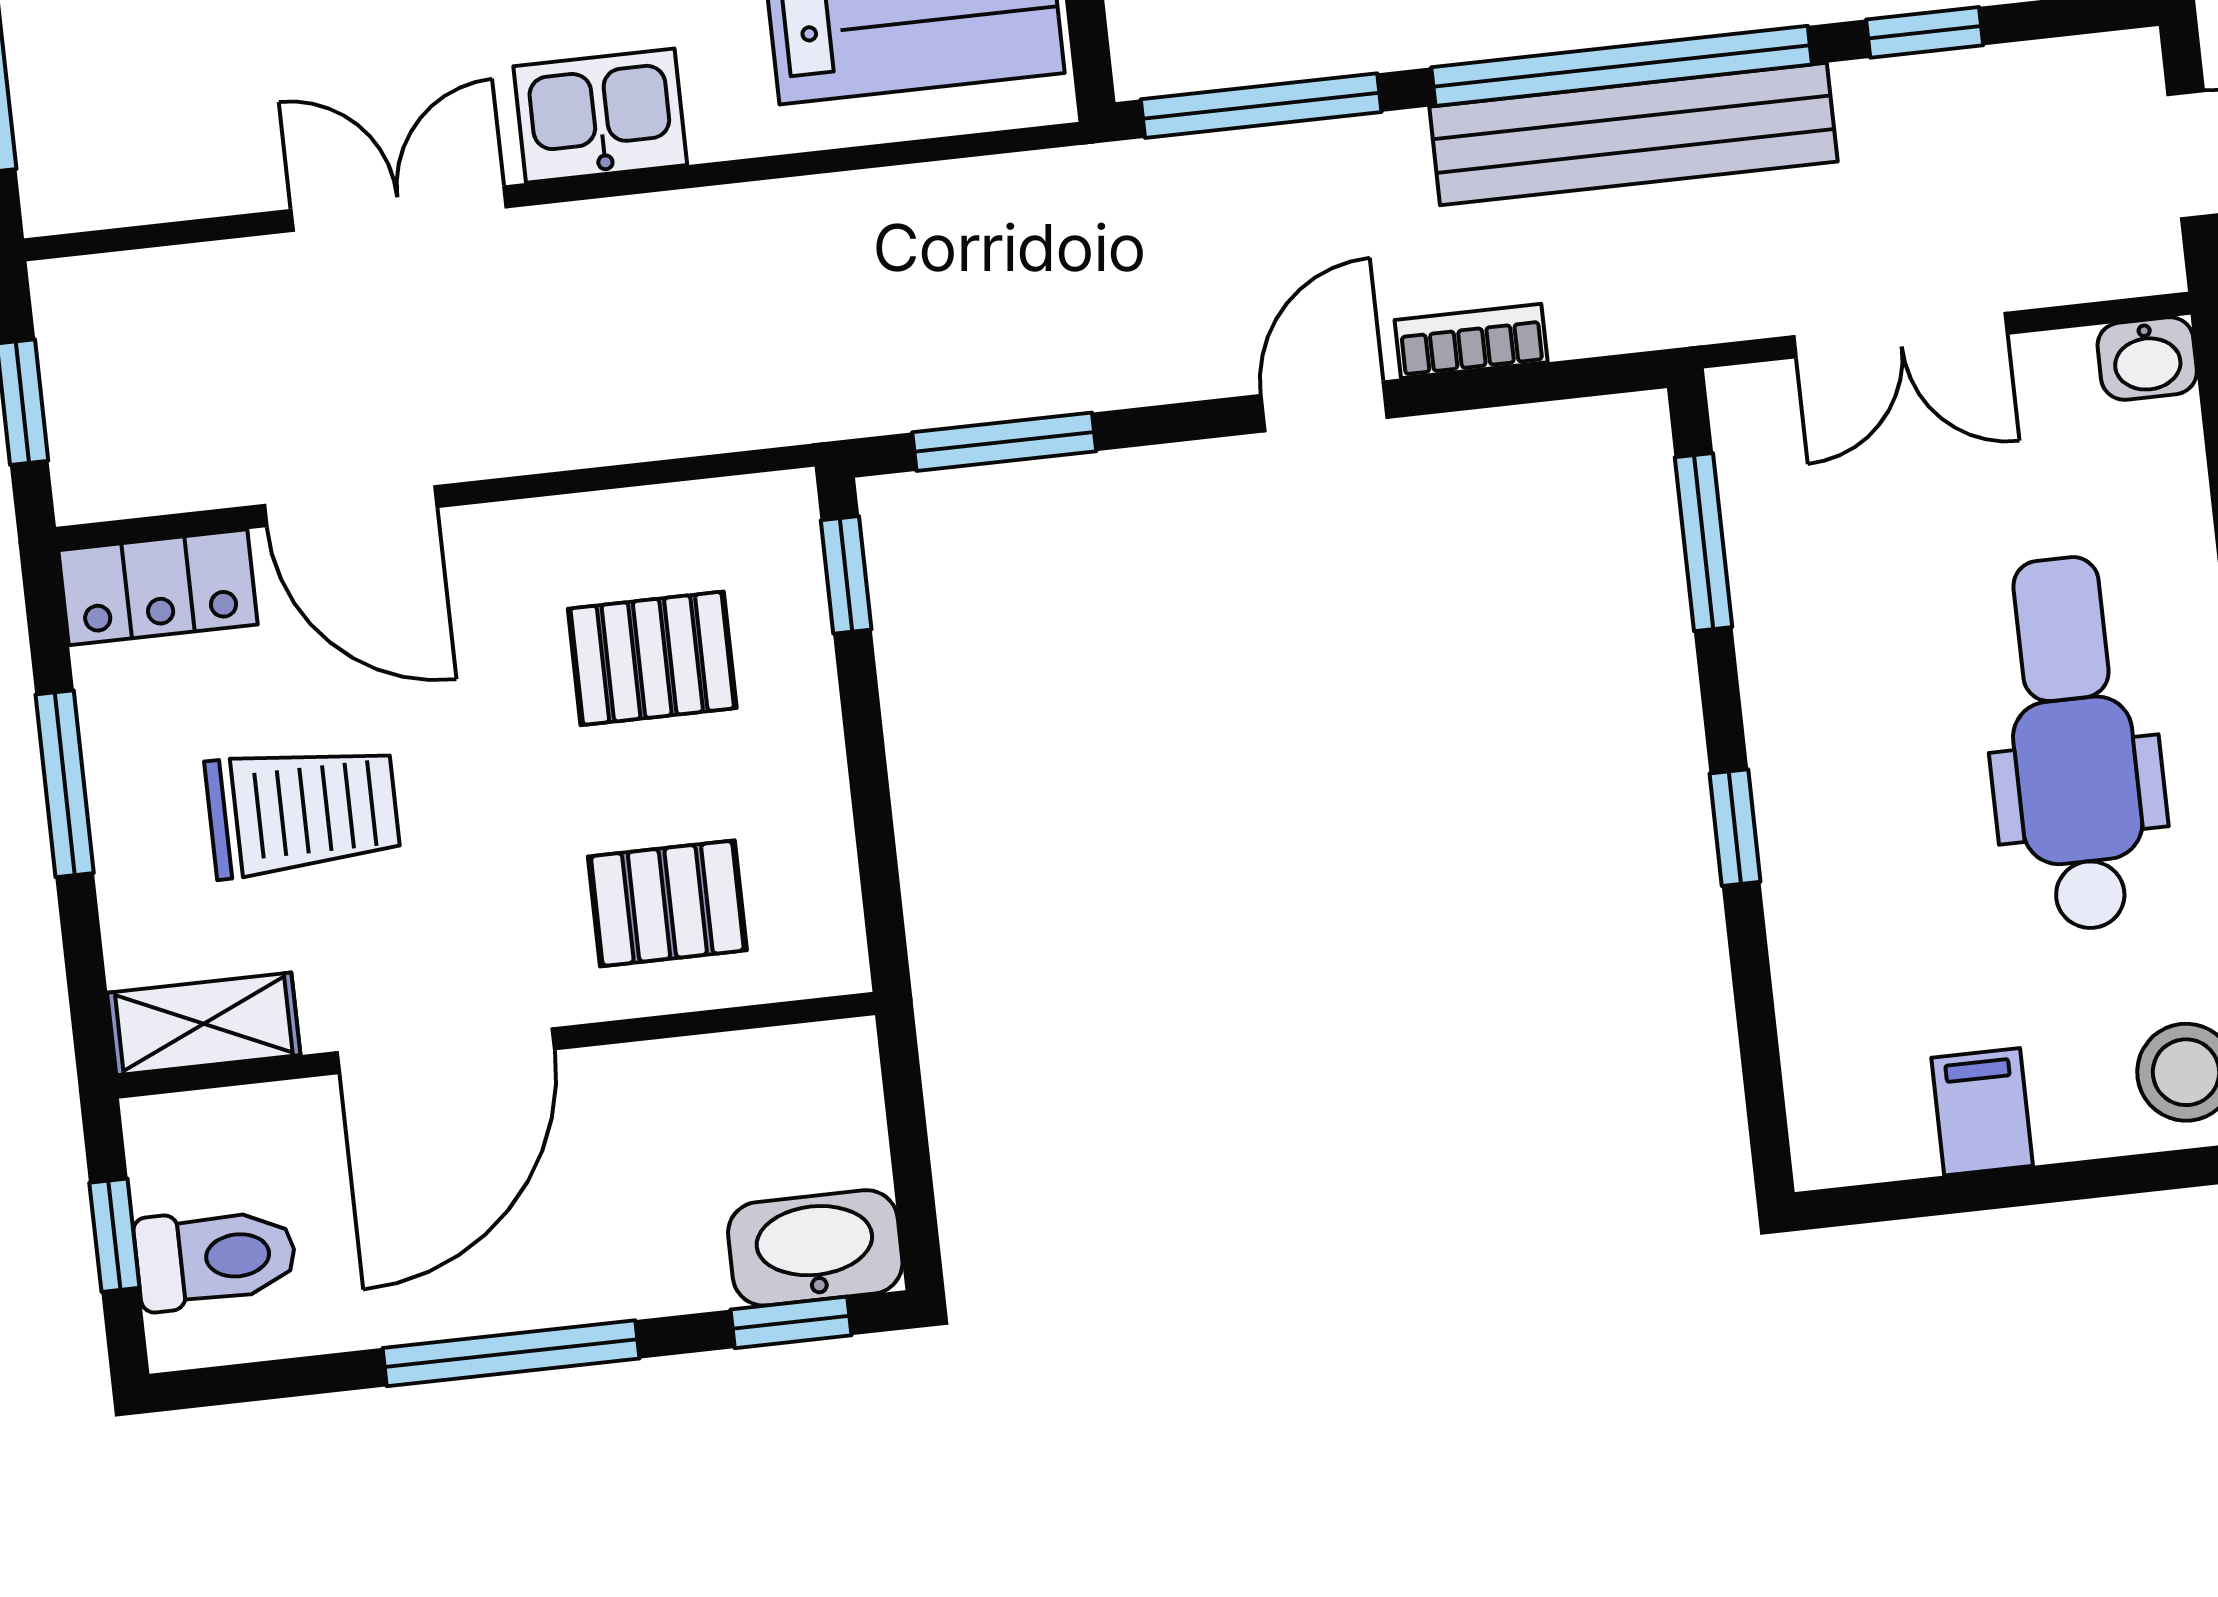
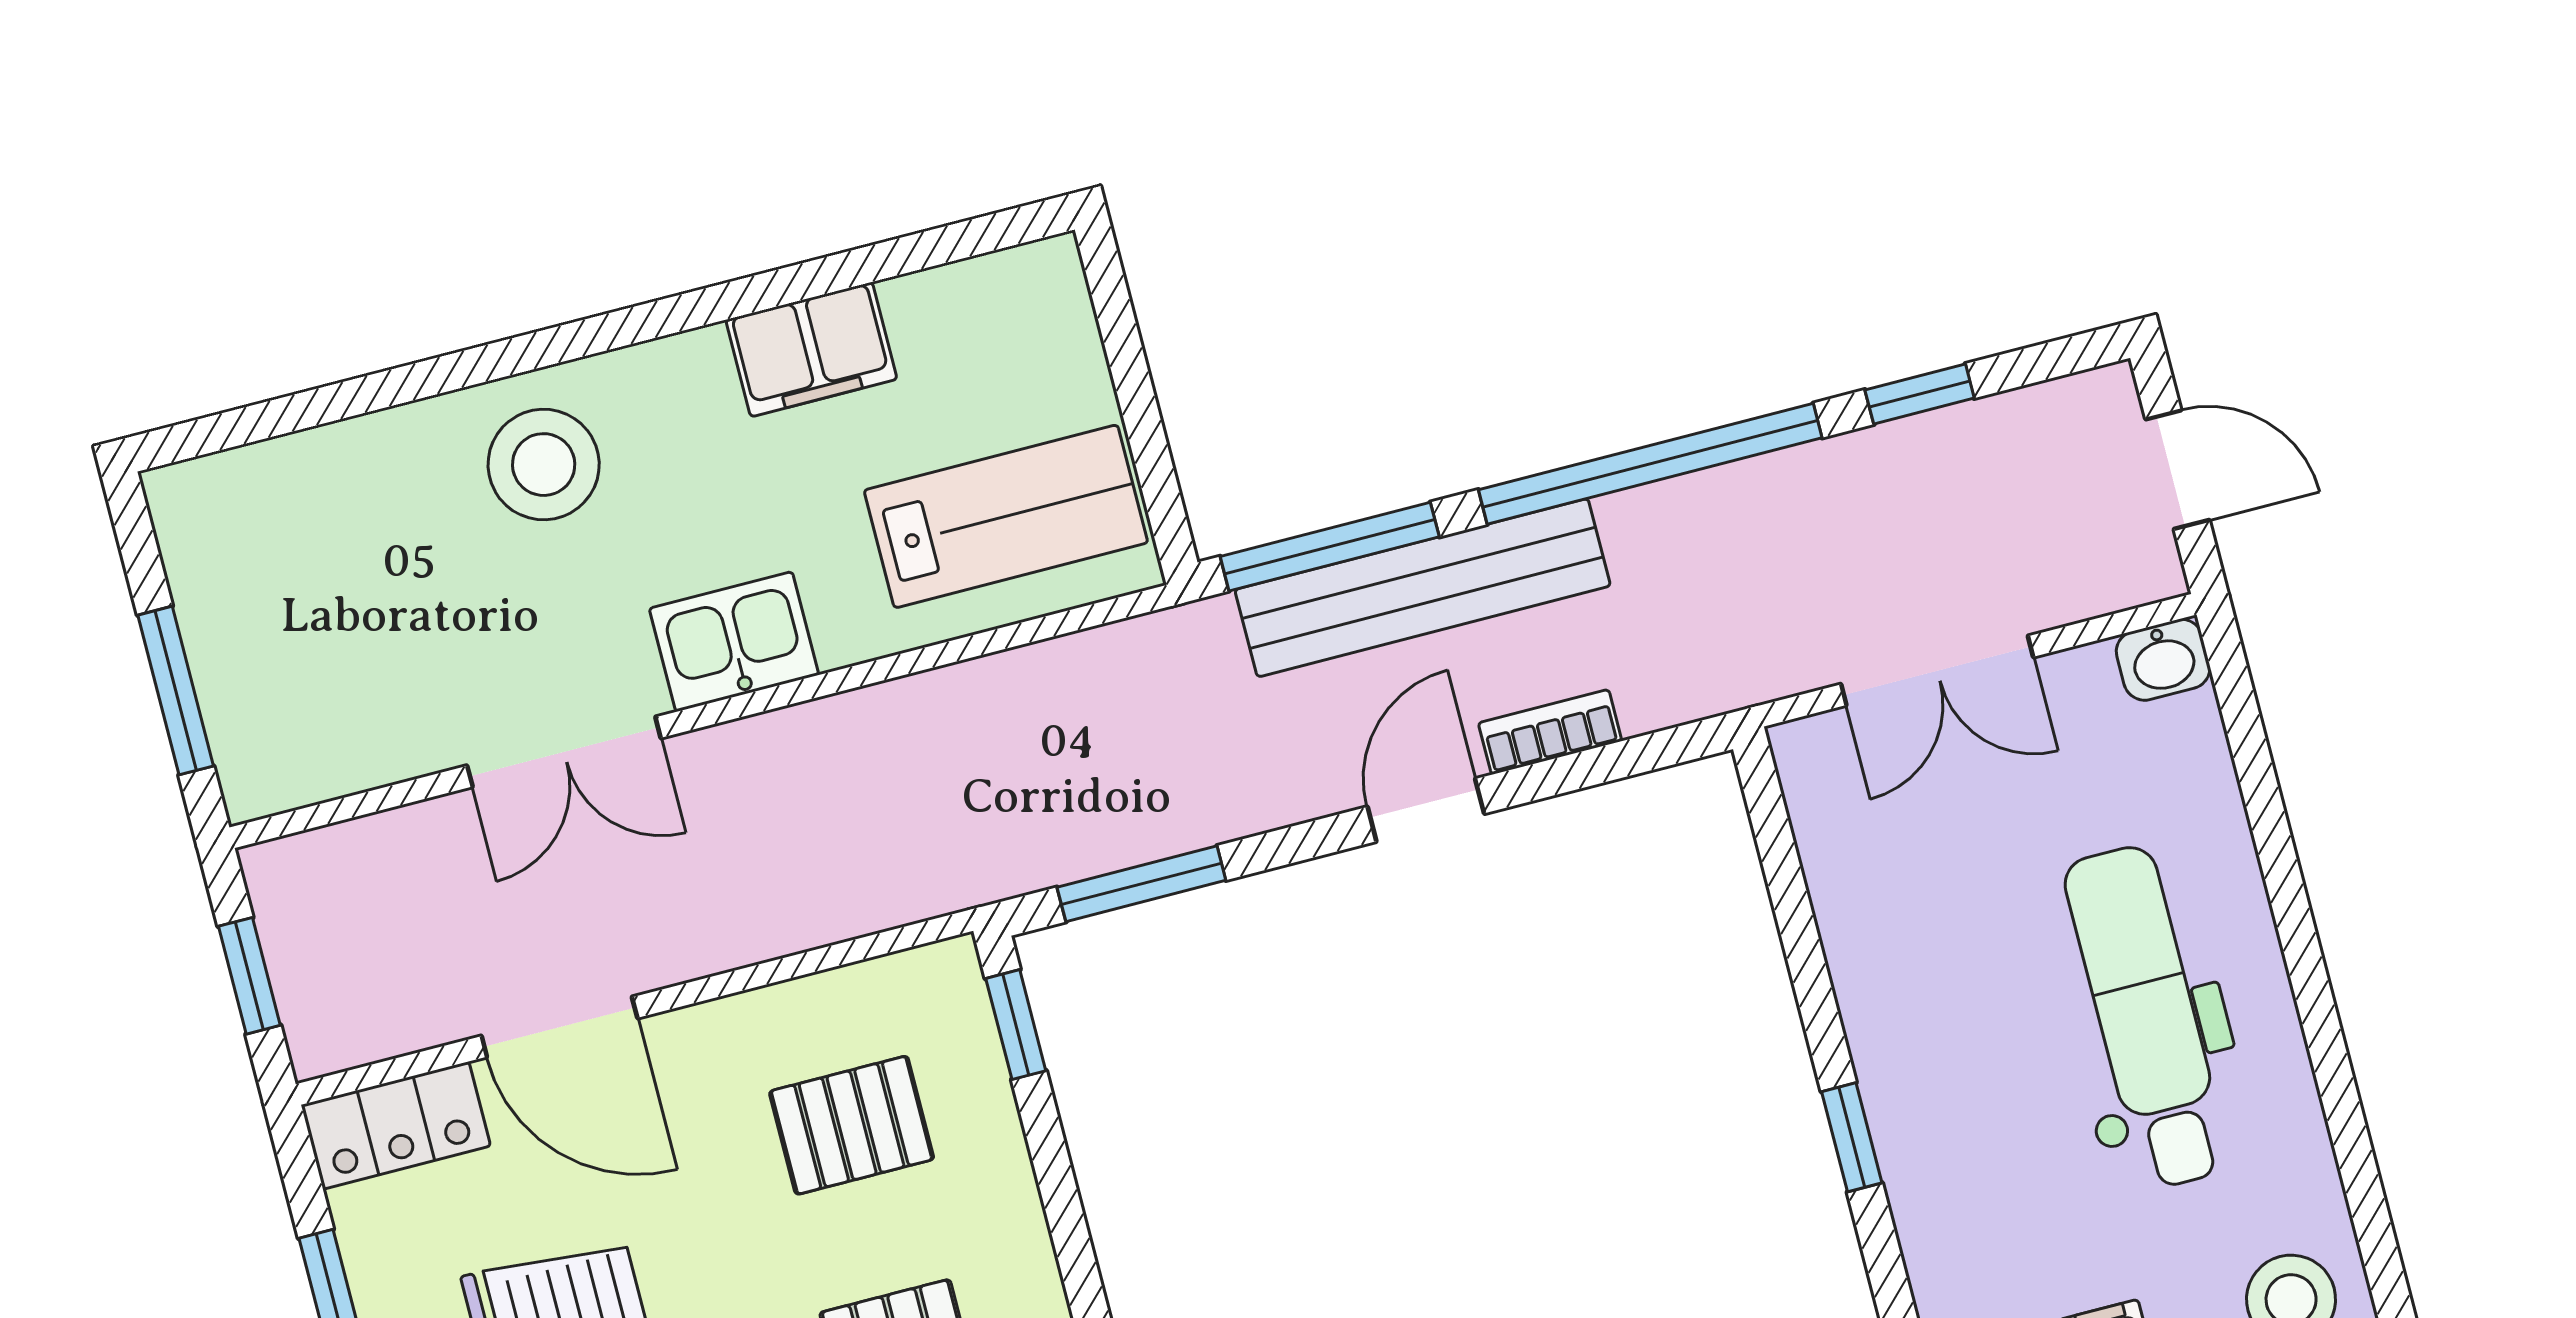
bench: (1633, 134) -> (1423, 588), moved
double door: (399, 209) -> (564, 752), swing flipped
window: (1703, 542) -> (1786, 883), removed

